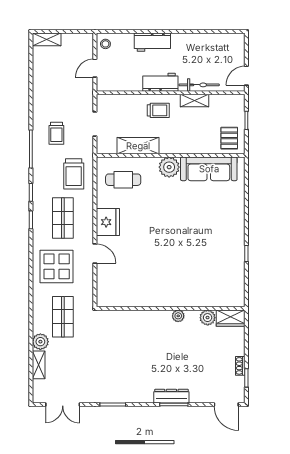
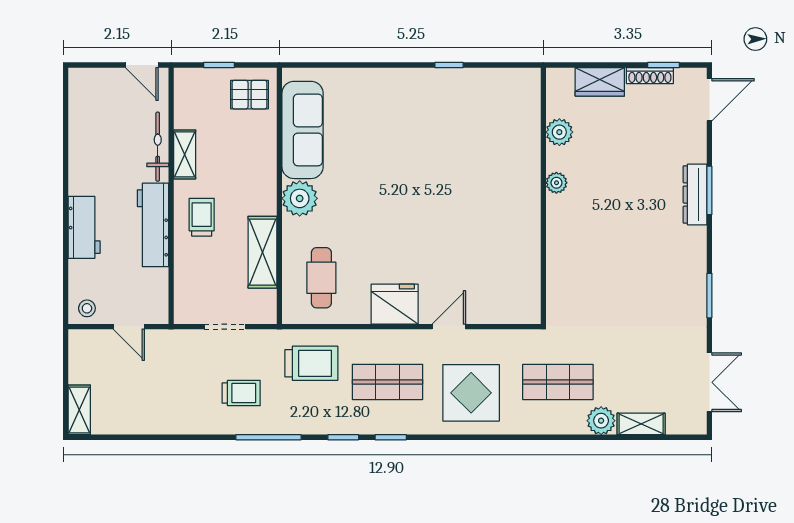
workbench: (160, 82) -> (153, 225), width x1.37
wardrobe: (231, 318) -> (600, 82), moved, turned 90
shoe rack: (240, 366) -> (650, 76), width x1.43

